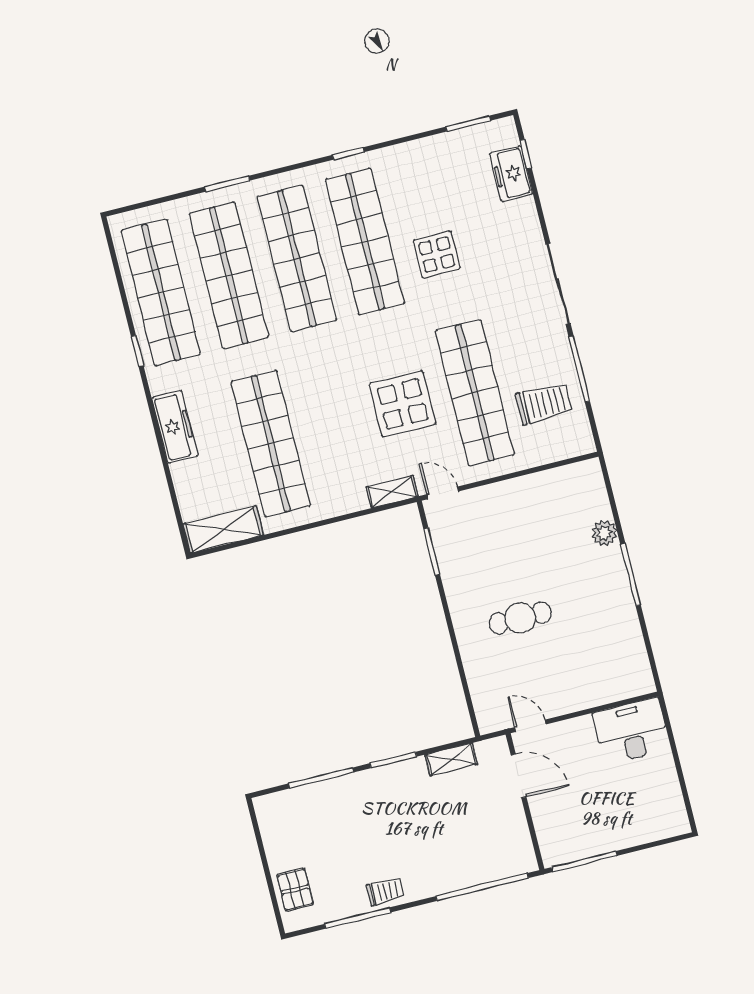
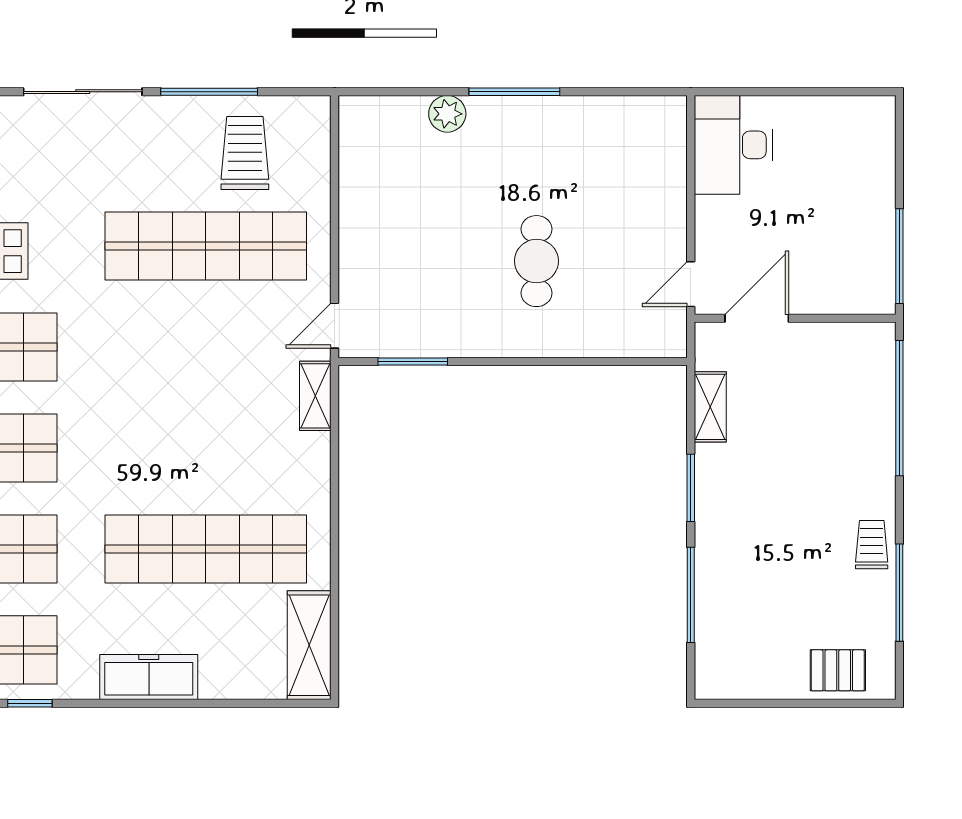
display table: (403, 404) -> (196, 351), removed

